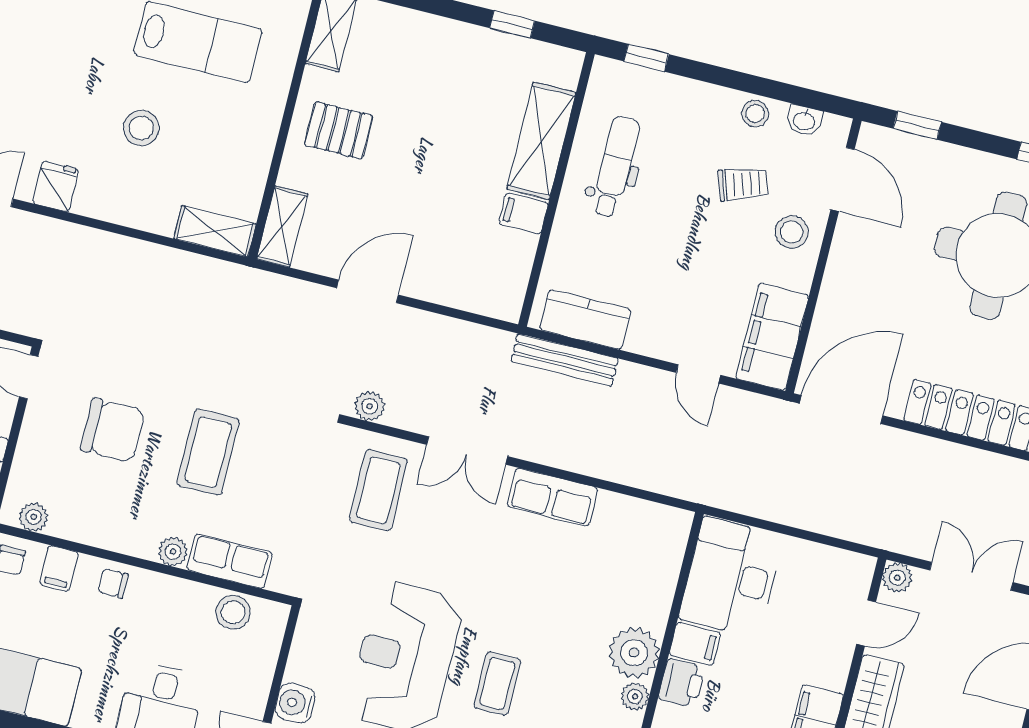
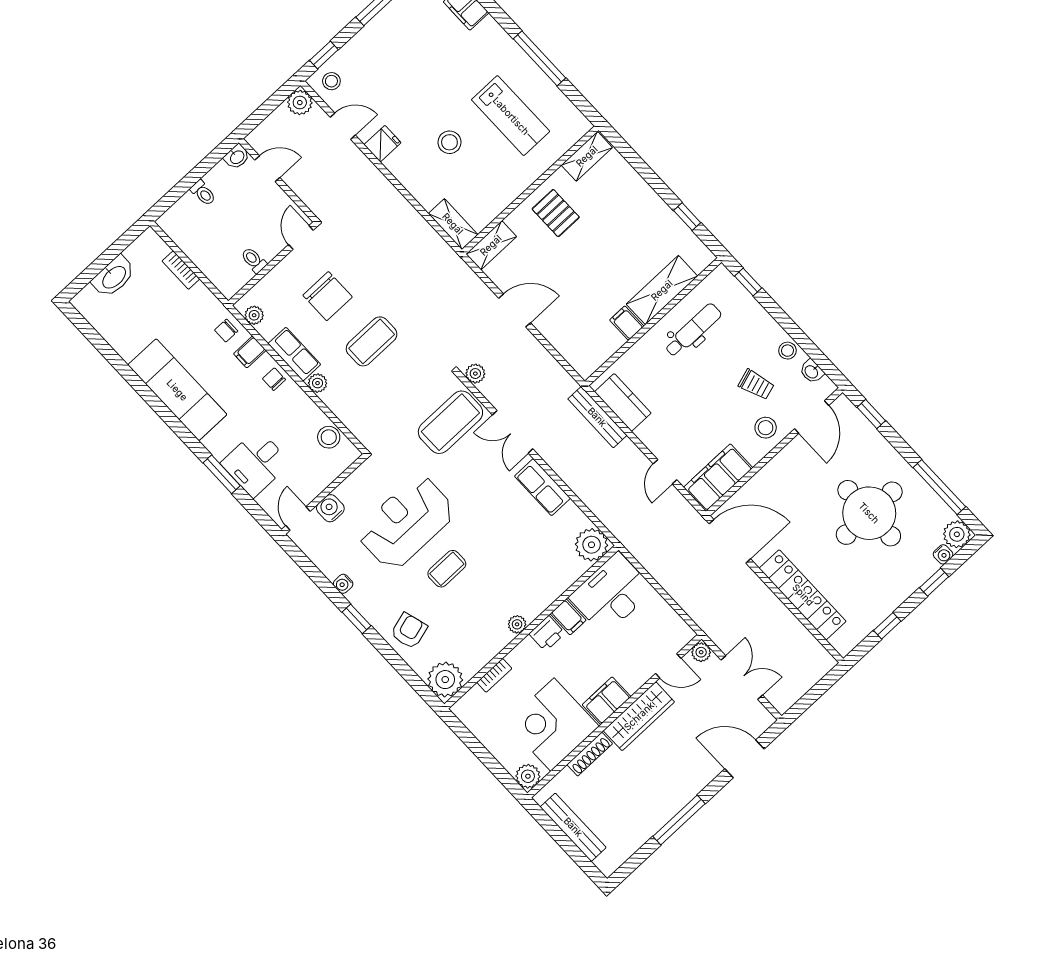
coffee table: (378, 490) -> (450, 422), width x1.36, depth x1.32
row of seats: (230, 561) -> (294, 354), moved
plant: (634, 653) -> (592, 545), moved

